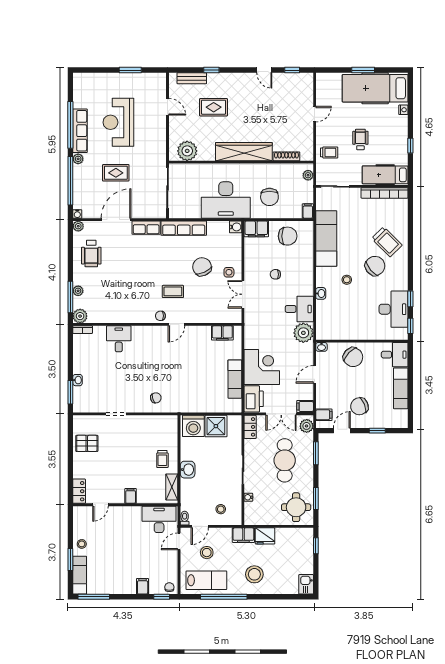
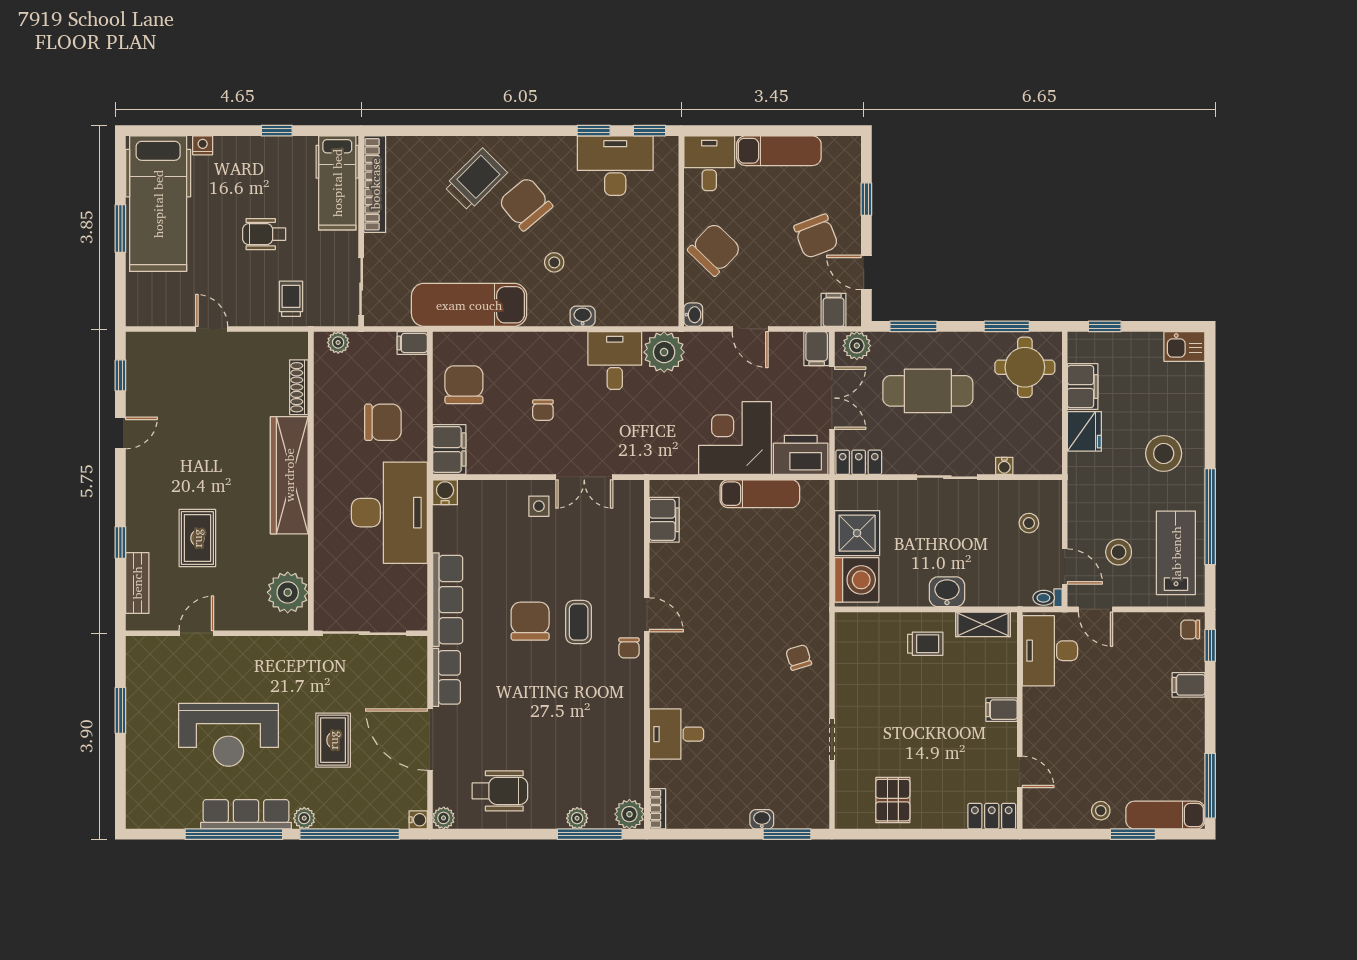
chair: (202, 267) -> (530, 621), moved, turned 114
filing cabinet: (243, 535) -> (1083, 387), moved

